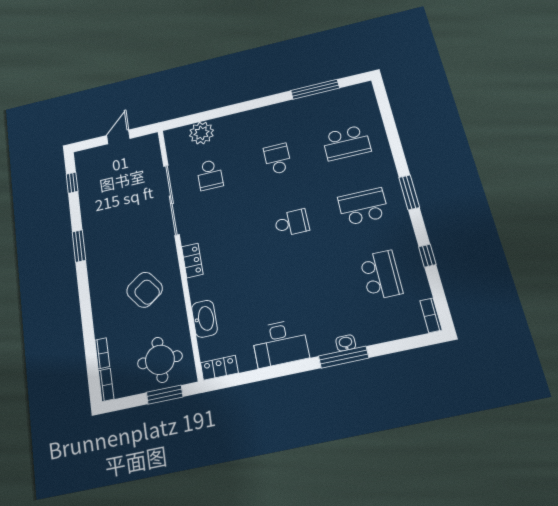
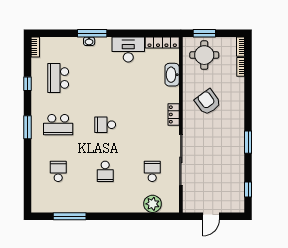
school desk: (346, 143) -> (58, 171), width x0.54
locker: (219, 368) -> (162, 42), width x1.53

